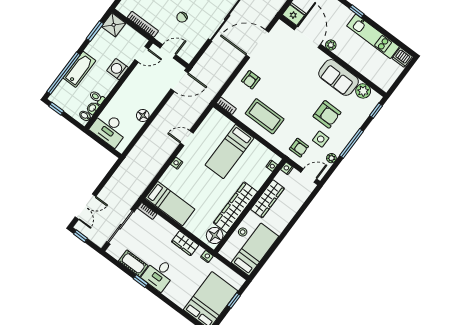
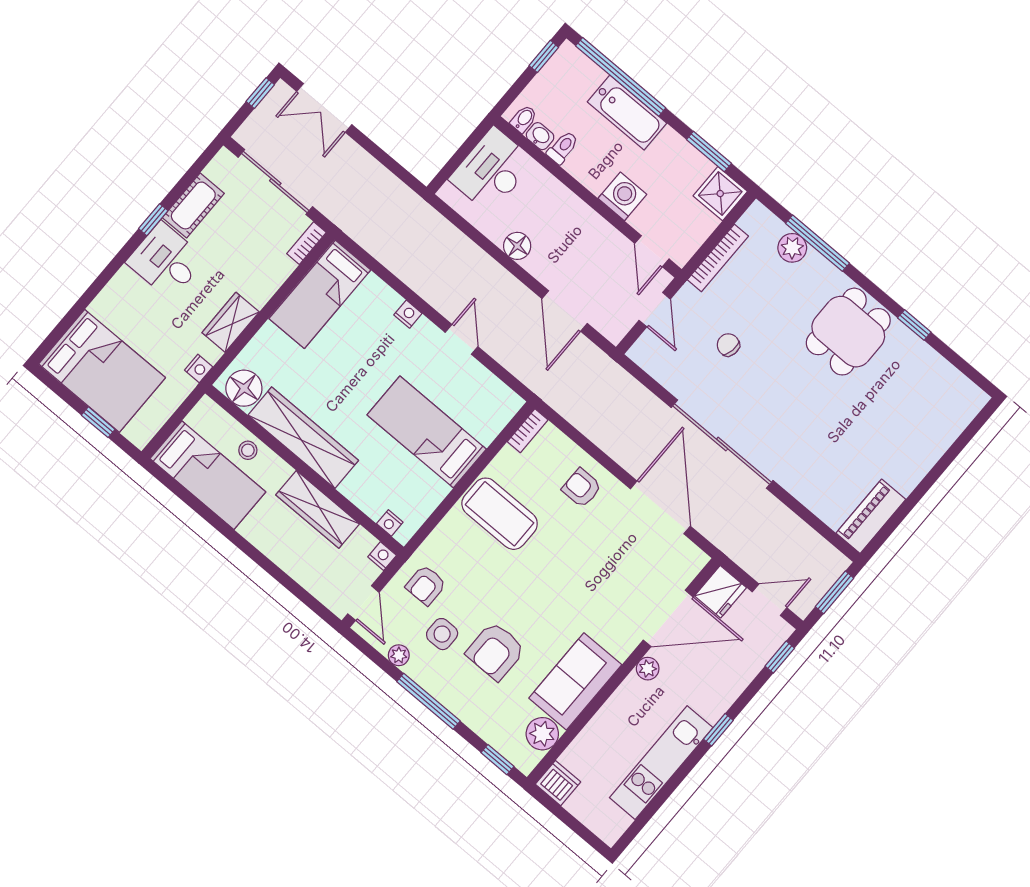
dishwasher: (402, 57) -> (558, 783), moved, turned 90
door: (180, 81) -> (565, 311), moved
coffee table: (265, 116) -> (500, 514), turned 90

